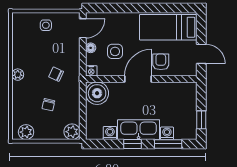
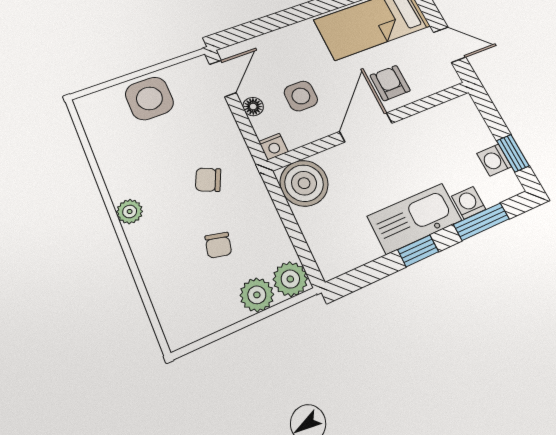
side table: (46, 25) -> (149, 98), width x1.87, depth x1.87
plant: (26, 132) -> (257, 295), moved
washing machine: (110, 133) -> (494, 160), moved, turned -90

